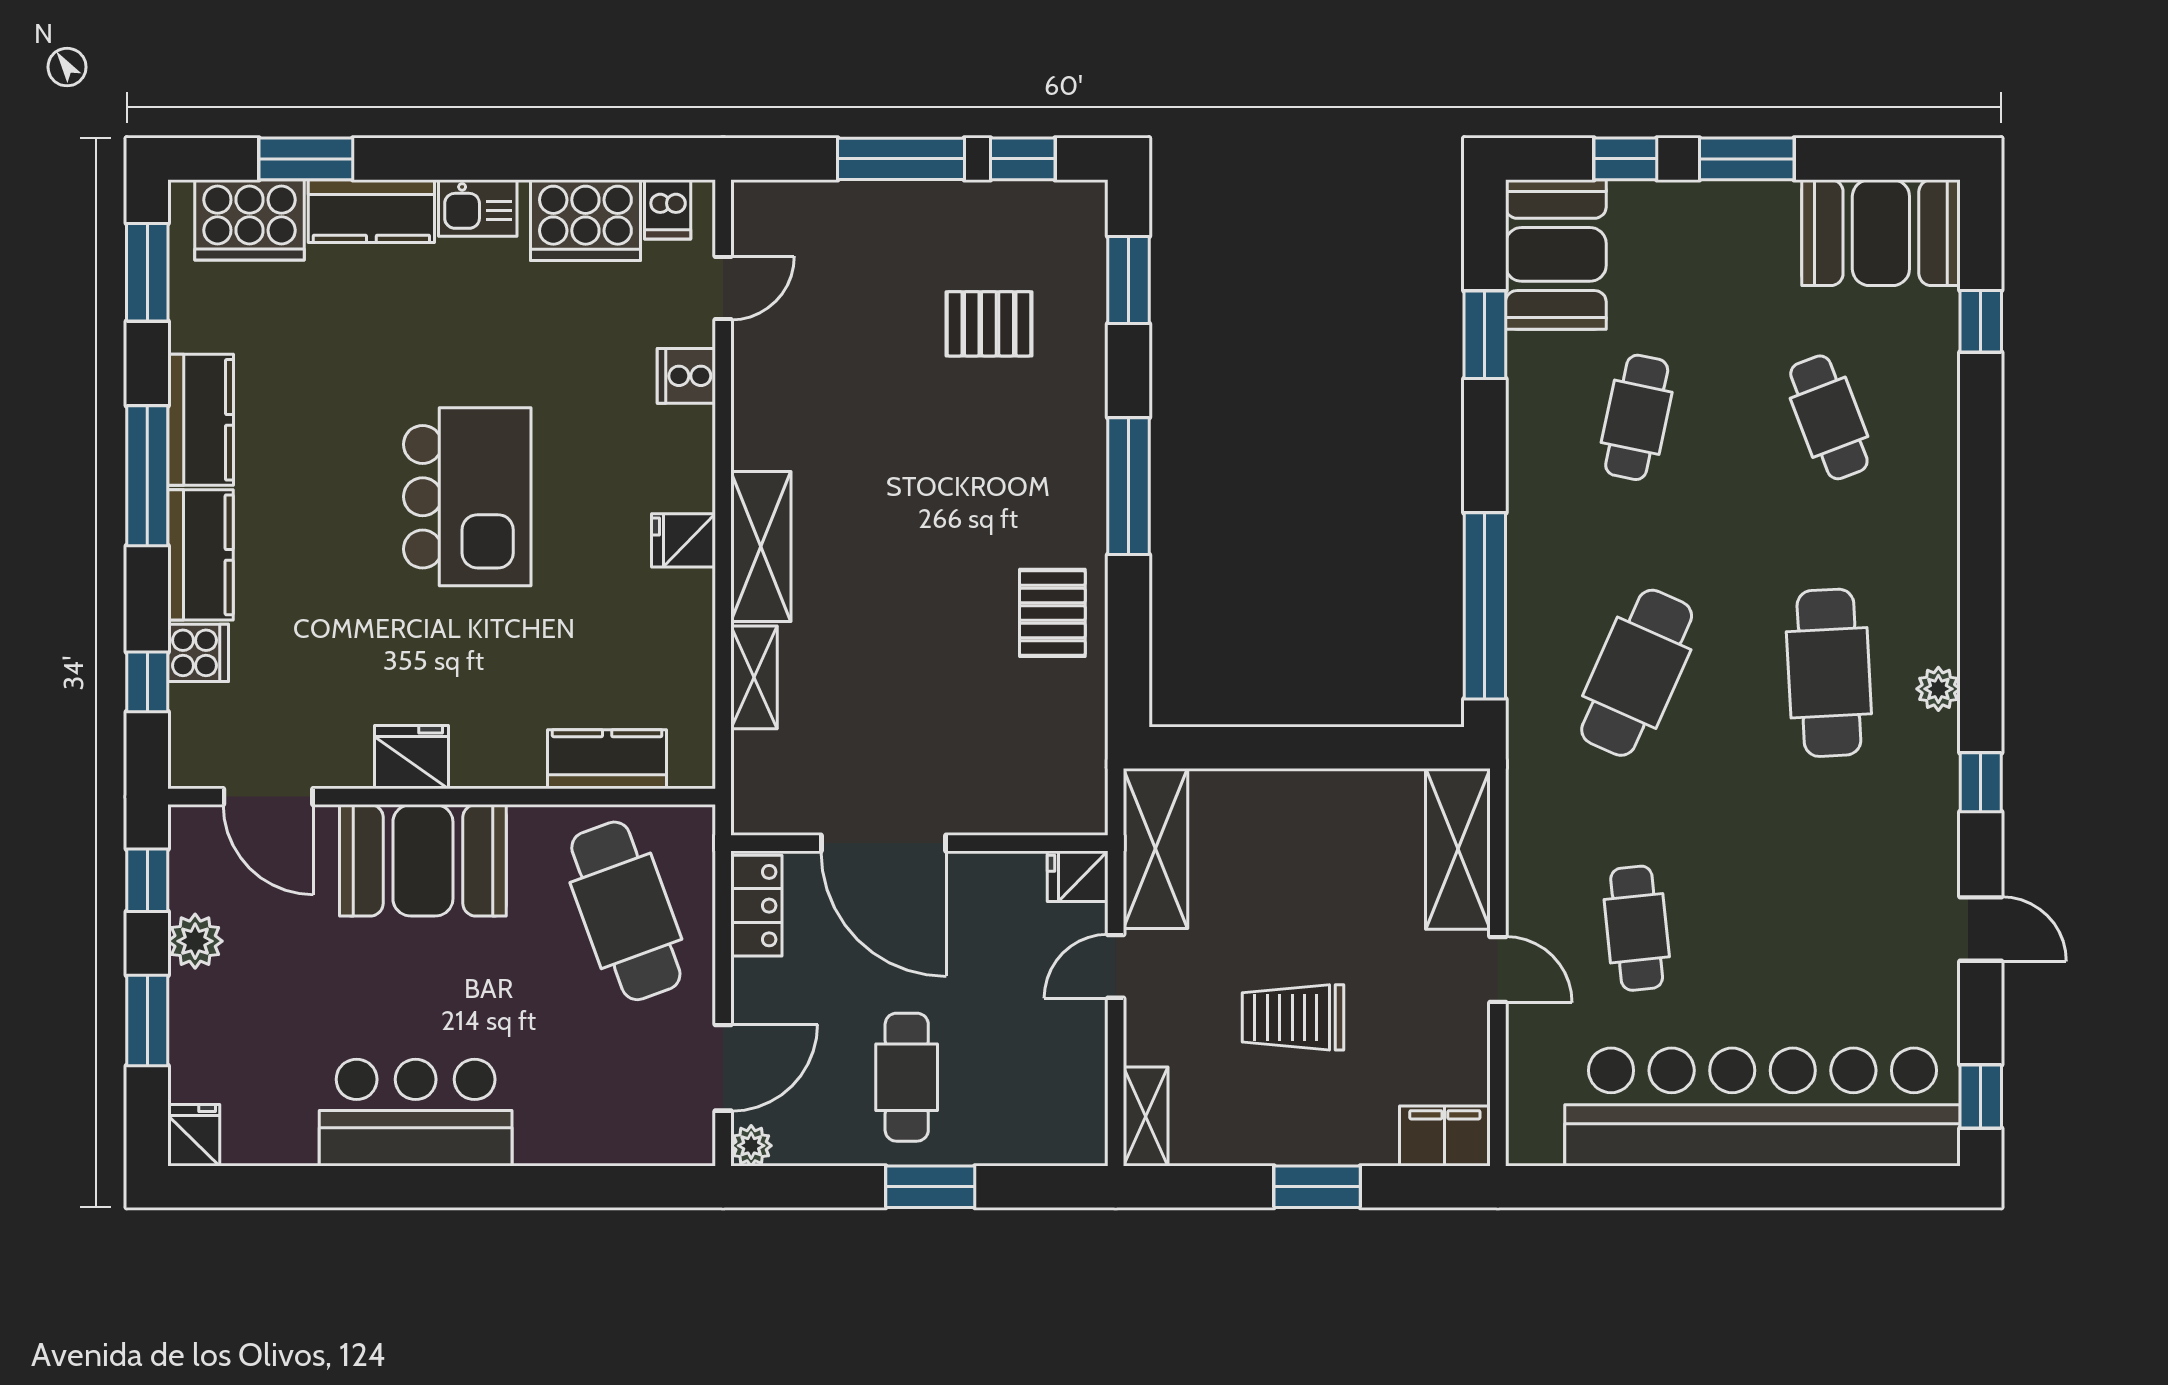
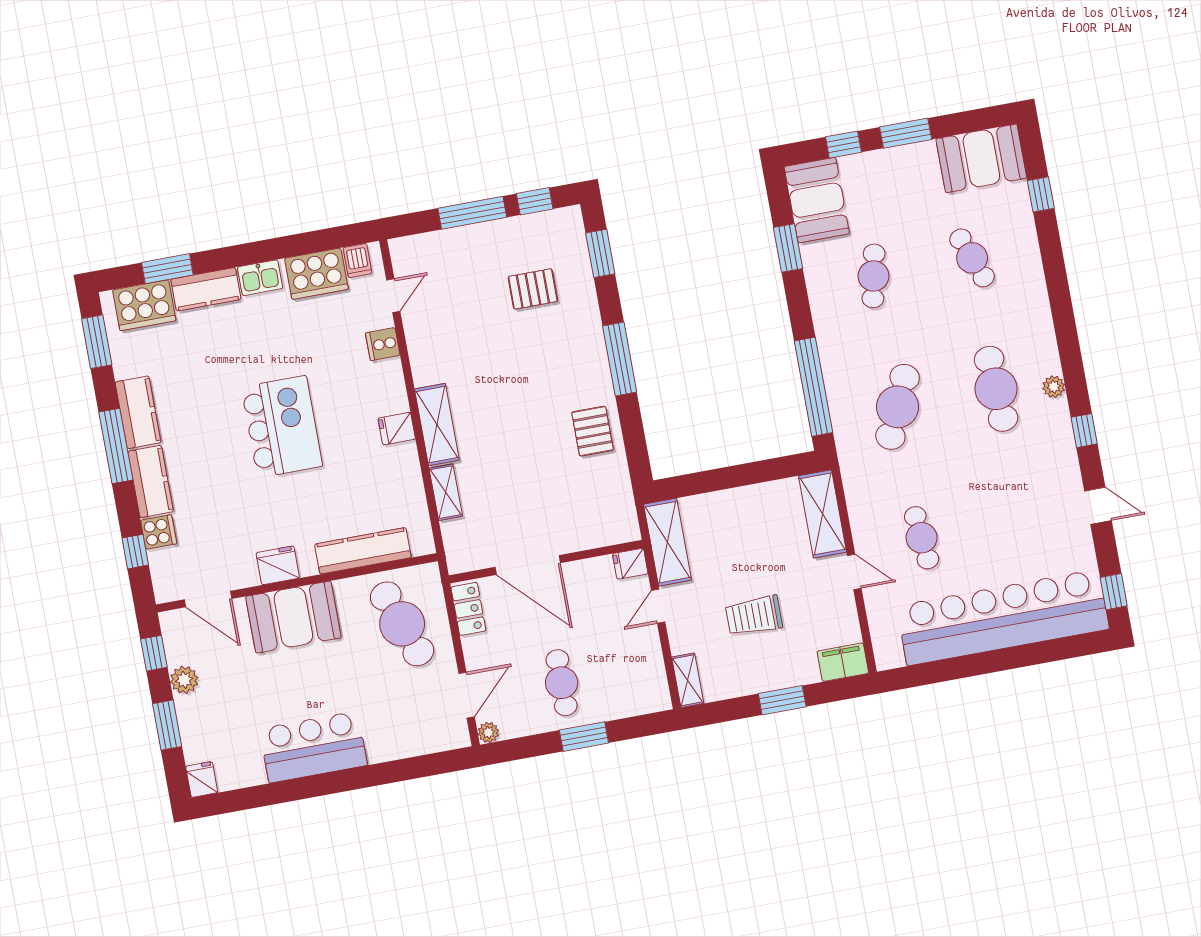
kitchen counter: (607, 759) -> (363, 551), width x1.50

